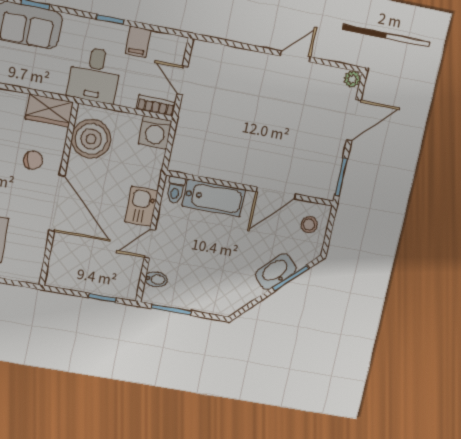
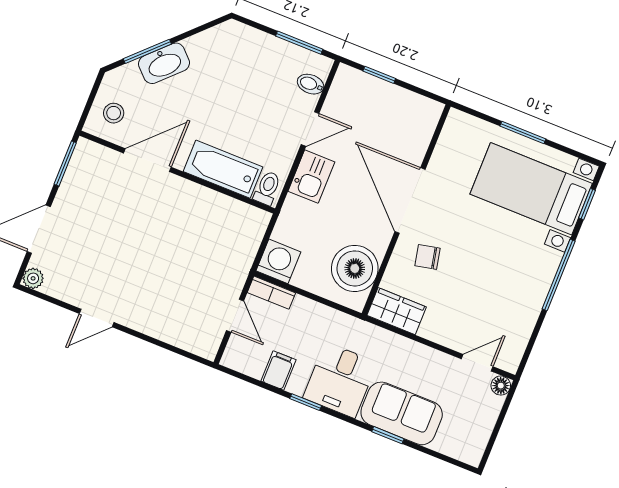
desk: (95, 75) -> (340, 380), moved, turned 180

